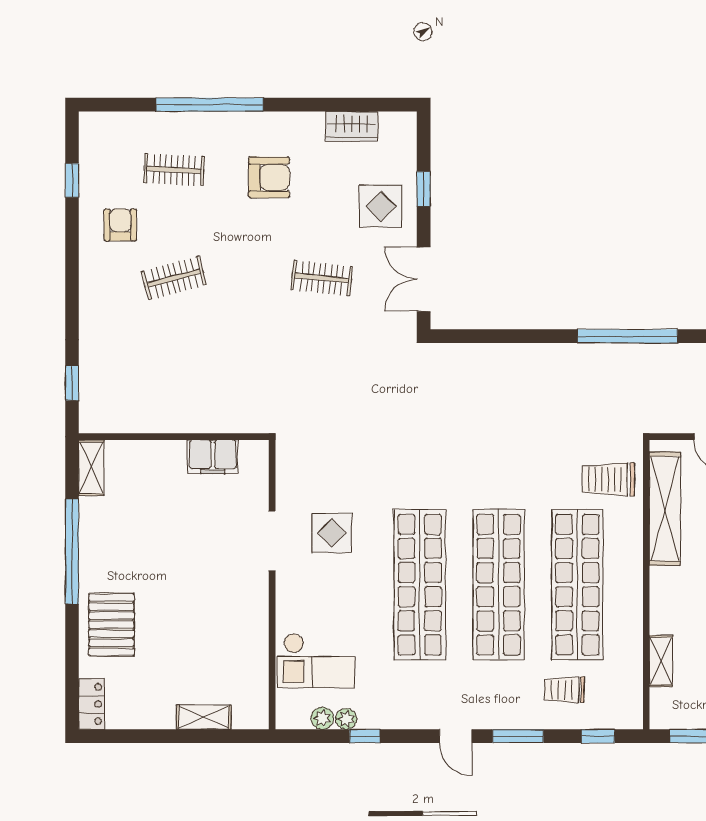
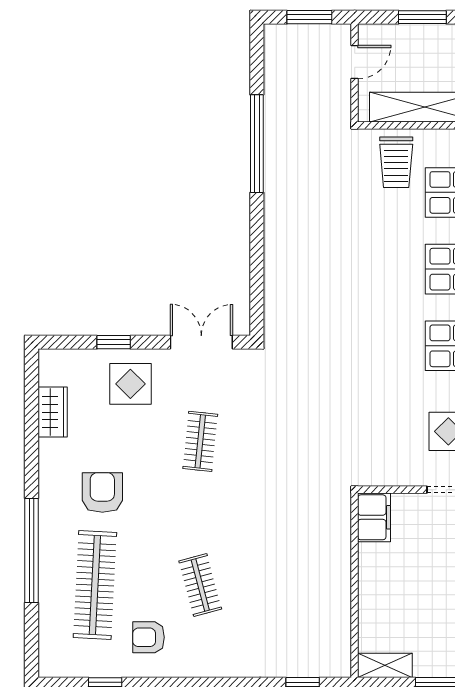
clothes rail: (174, 170) -> (95, 585), width x1.86, depth x1.31
double door: (424, 279) -> (201, 342), swing flipped
filing cabinet: (213, 457) -> (374, 517), moved

